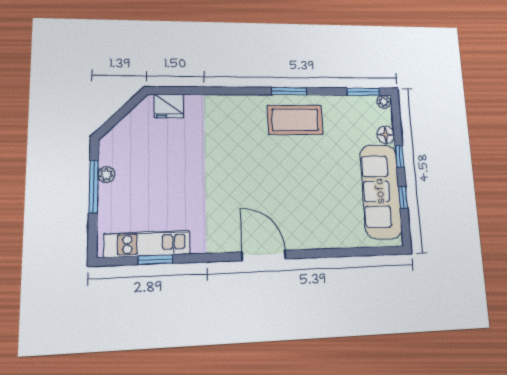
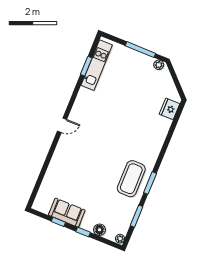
window: (363, 92) -> (137, 216), moved
plant: (106, 175) -> (159, 65), moved
sofa: (381, 191) -> (67, 213), width x0.54, depth x0.79
door: (264, 255) -> (62, 125), width x0.53

